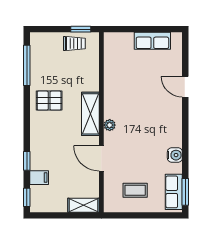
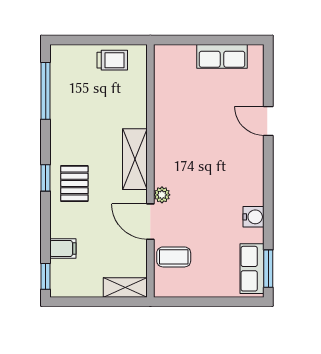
window: (81, 29) -> (121, 40), removed
pallet: (49, 101) -> (74, 183), moved, turned 90
plant: (110, 125) -> (162, 195), moved
window: (27, 161) -> (46, 178), moved
coffee table: (135, 190) -> (174, 257), moved

